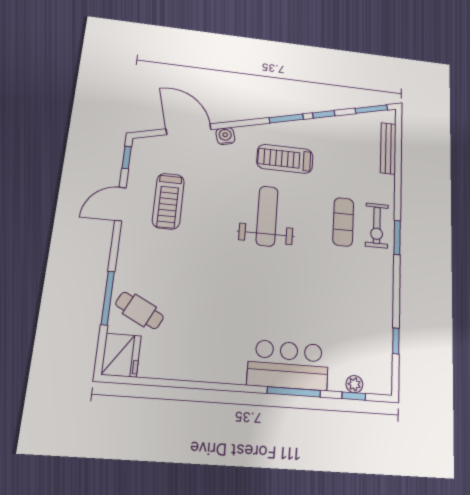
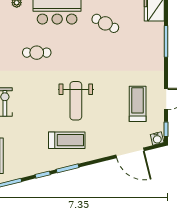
water cooler: (225, 136) -> (157, 138), moved
exercise mat: (343, 222) -> (27, 102), removed
cafe table: (325, 298) -> (37, 53), added
cafe table: (139, 310) -> (105, 23), moved

